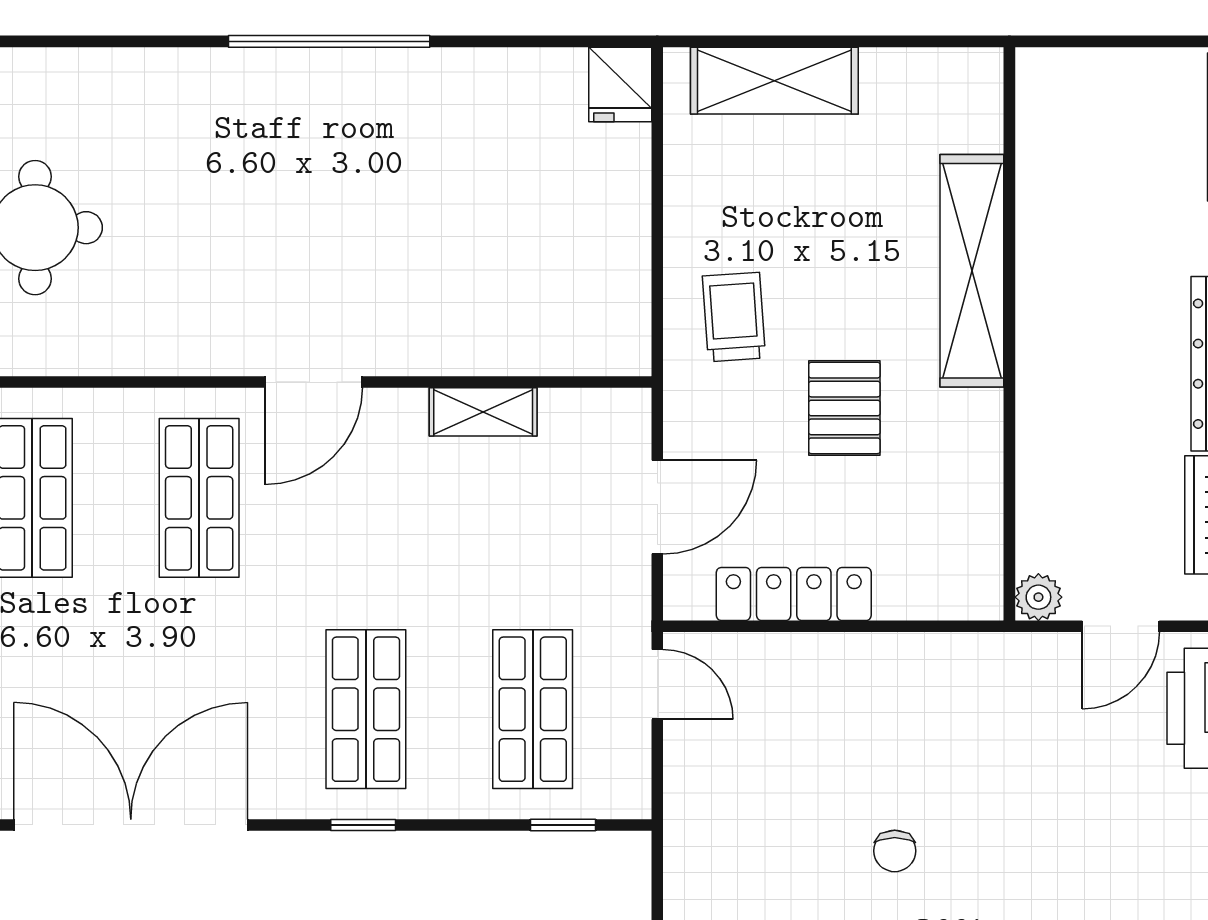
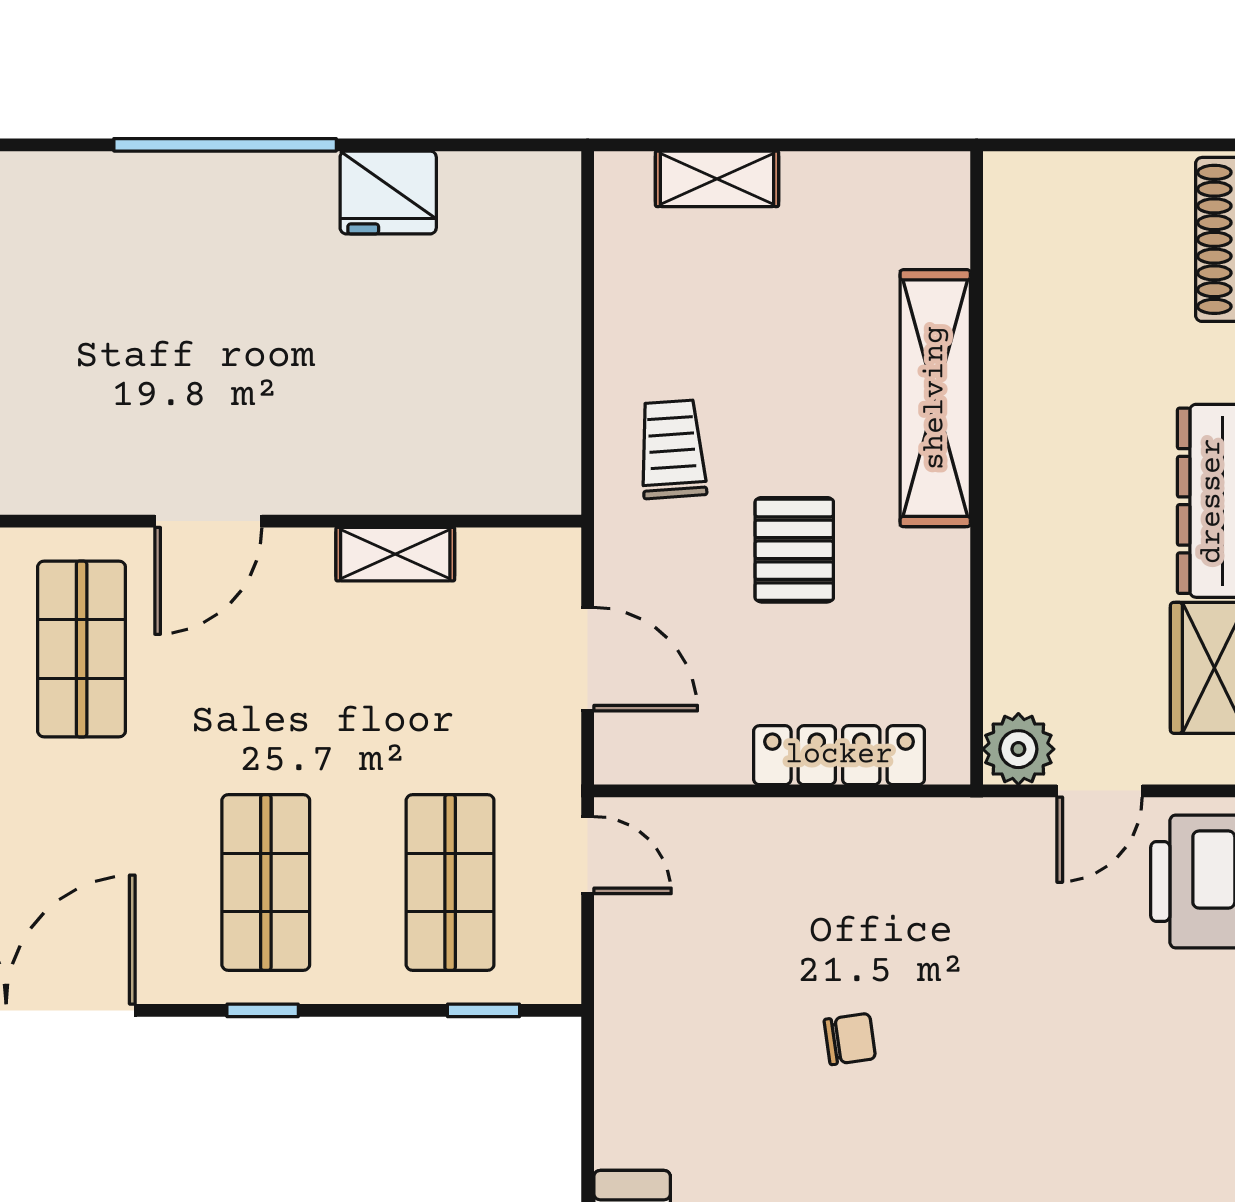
shelving: (774, 81) -> (717, 179), width x0.67, depth x0.75
fridge: (620, 85) -> (388, 192), moved, width x1.38
door: (657, 507) -> (588, 659), hinge flipped
locker: (794, 594) -> (839, 755), moved
plant: (1038, 597) -> (1018, 749), width x1.38, depth x1.38
chair: (895, 851) -> (850, 1039), turned -98

